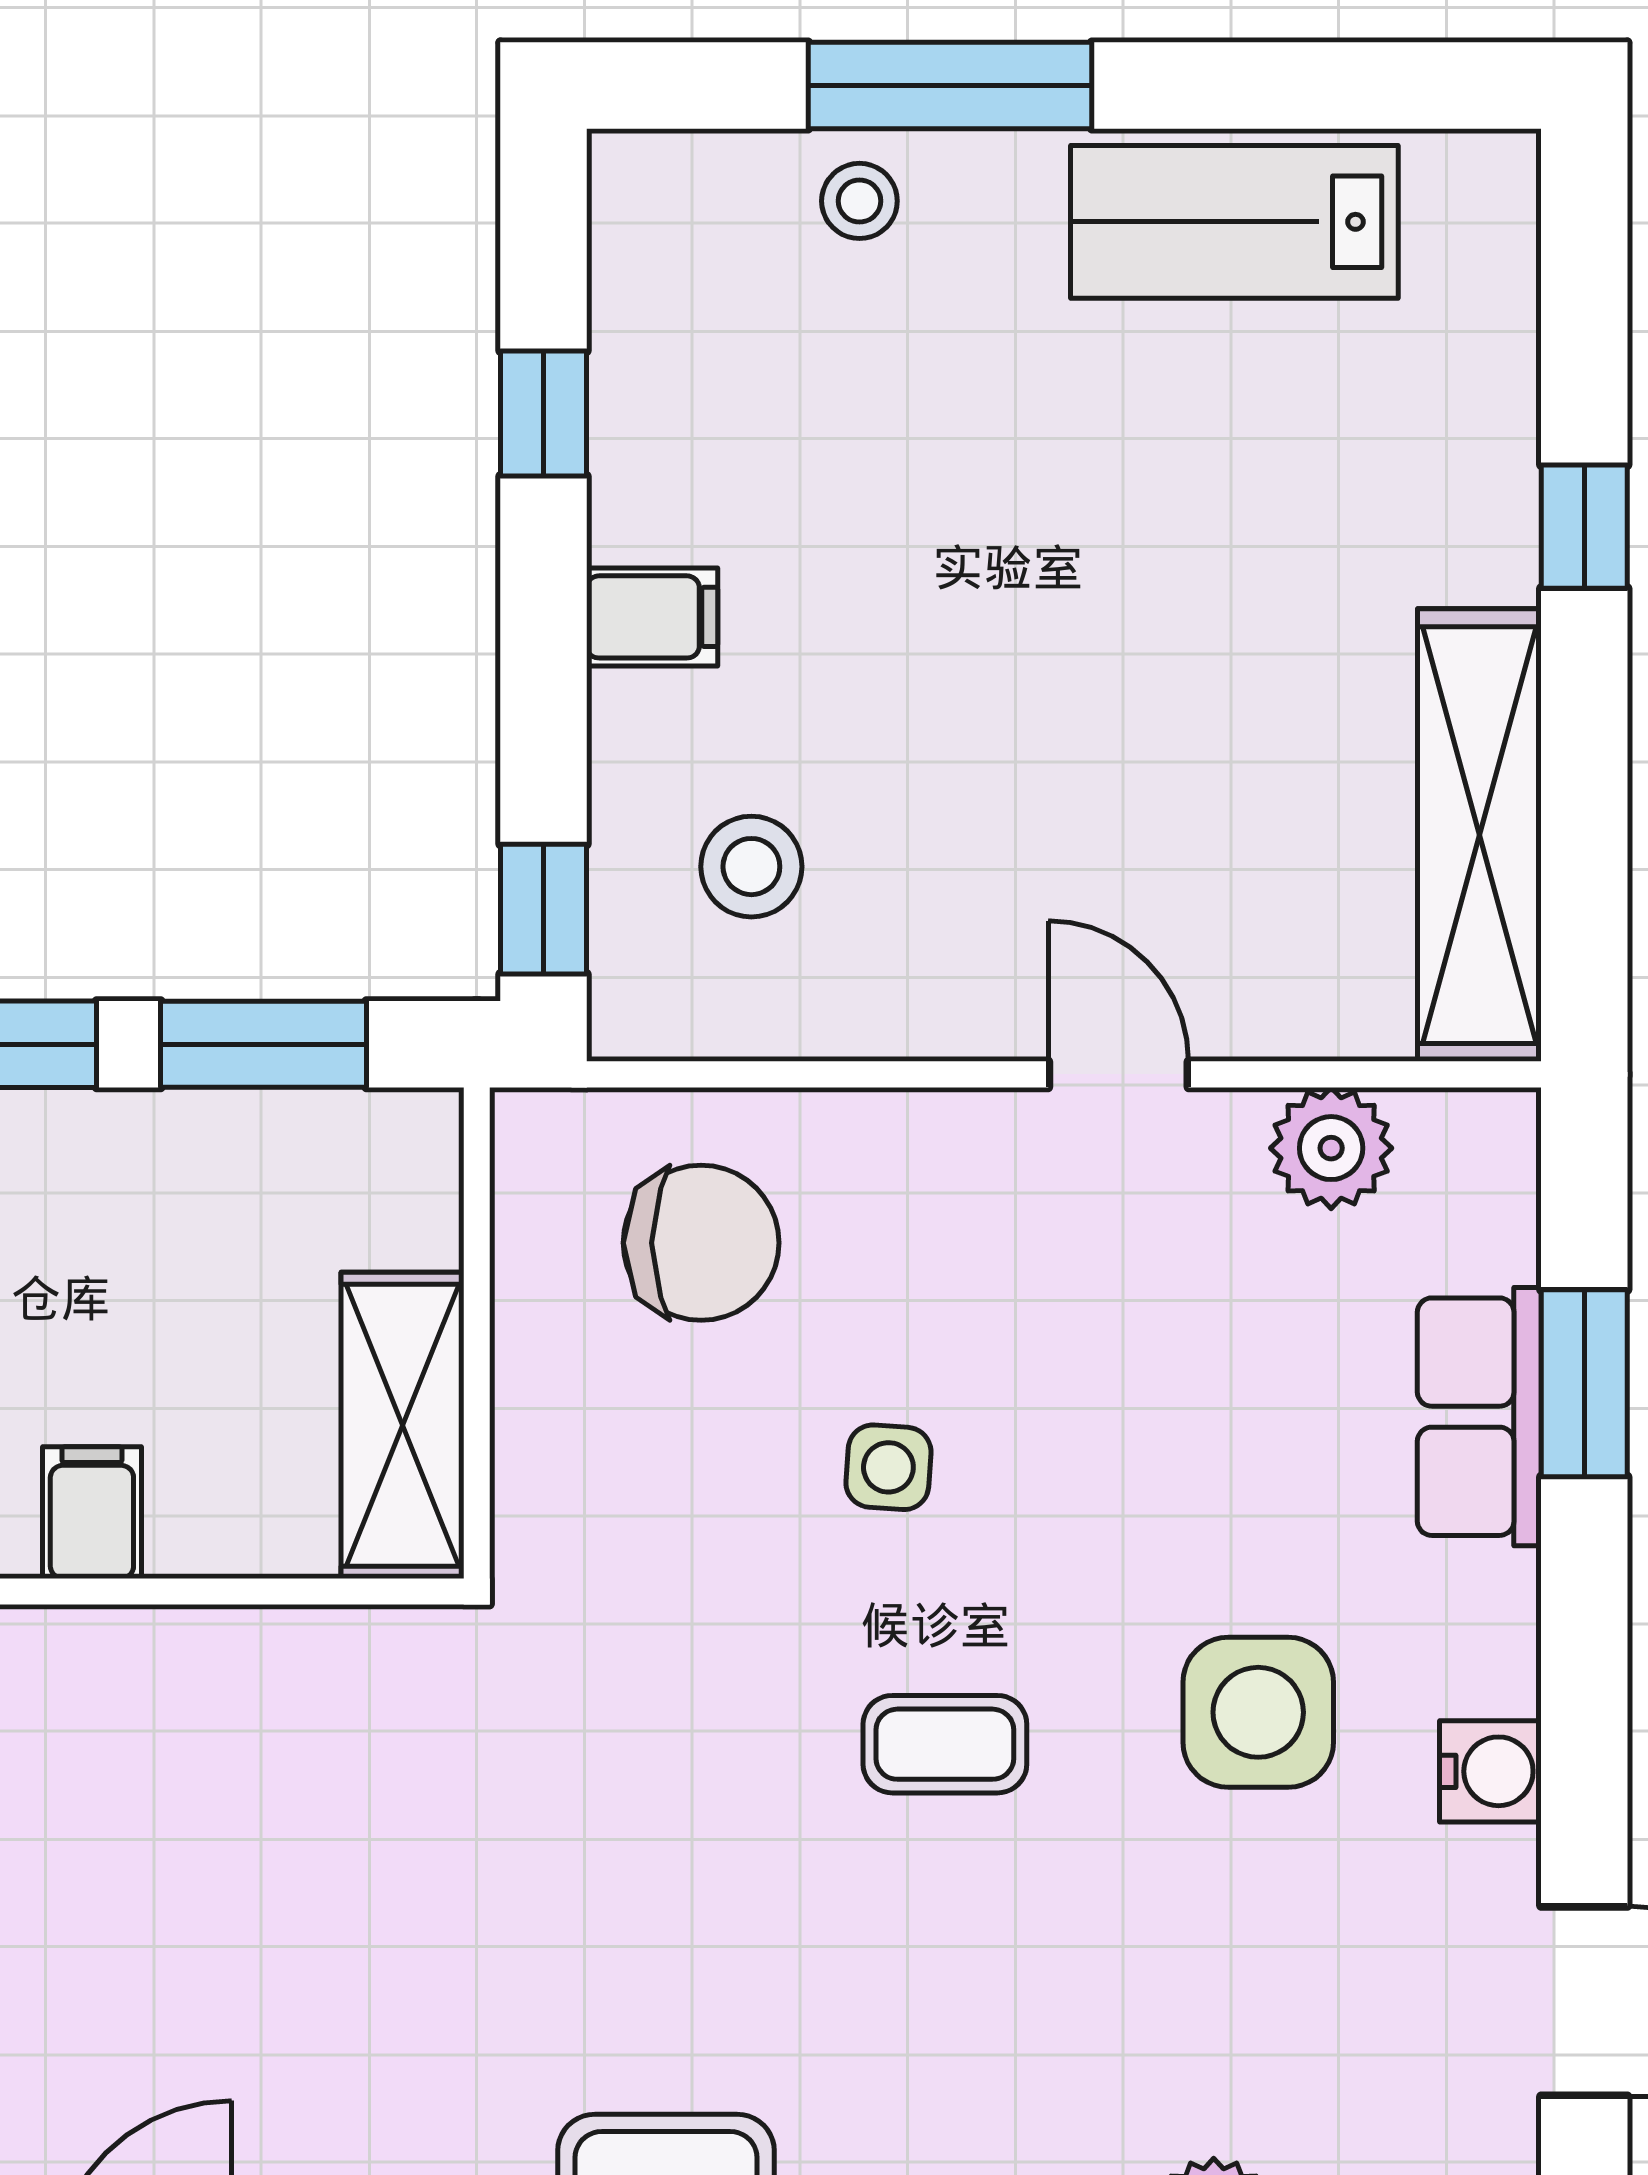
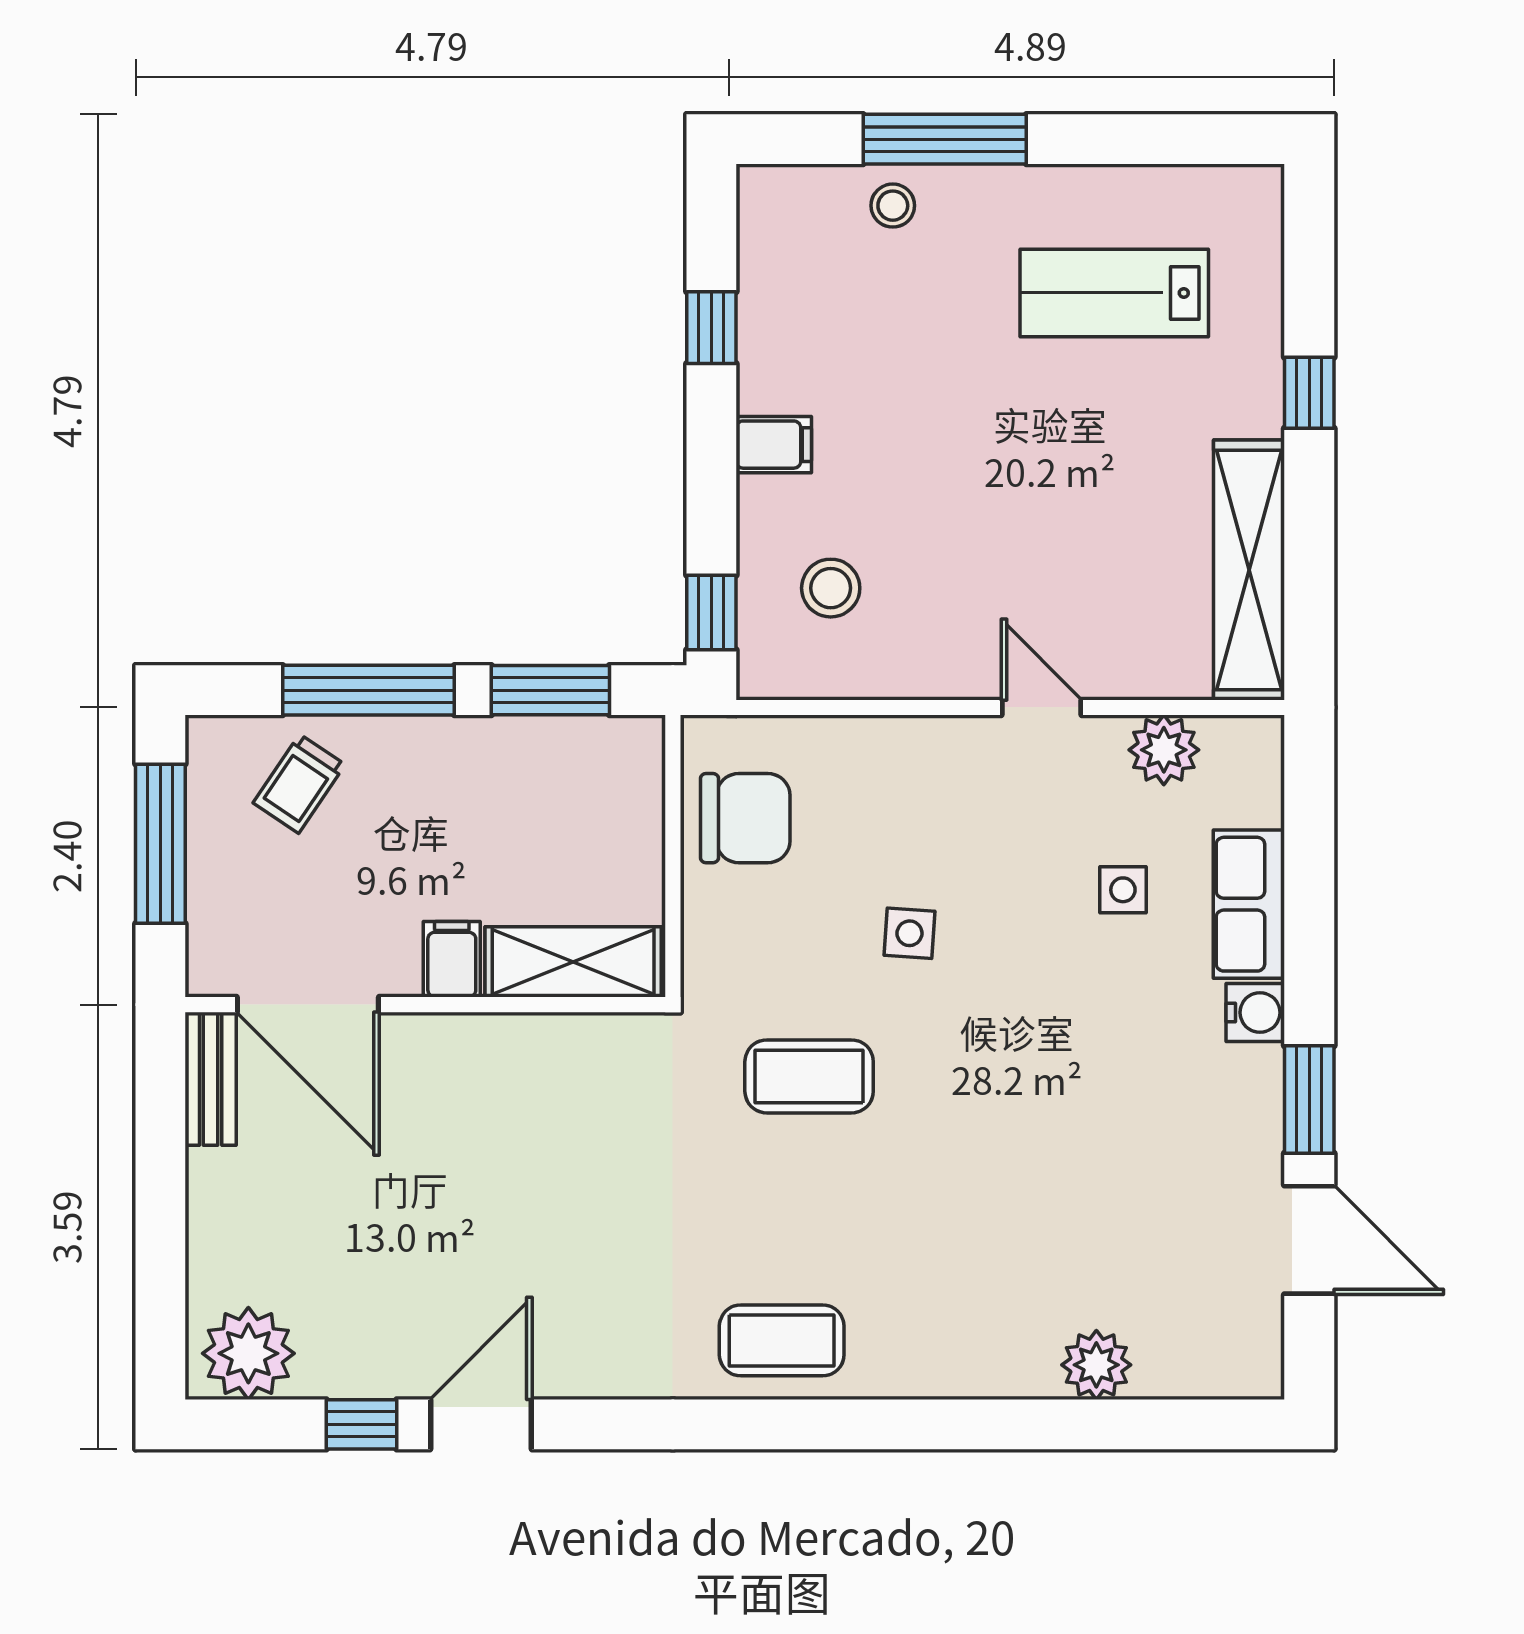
lab bench: (1234, 222) -> (1114, 293), moved
chair: (701, 1243) -> (745, 818), moved
window: (1584, 1383) -> (1309, 1100), moved
shelving: (403, 1425) -> (573, 962), moved, turned 90
side table: (1258, 1712) -> (1123, 890), moved, width x0.54, depth x0.54
coffee table: (945, 1744) -> (809, 1076), moved, width x1.36, depth x1.30
water cooler: (1490, 1771) -> (1255, 1013), moved

